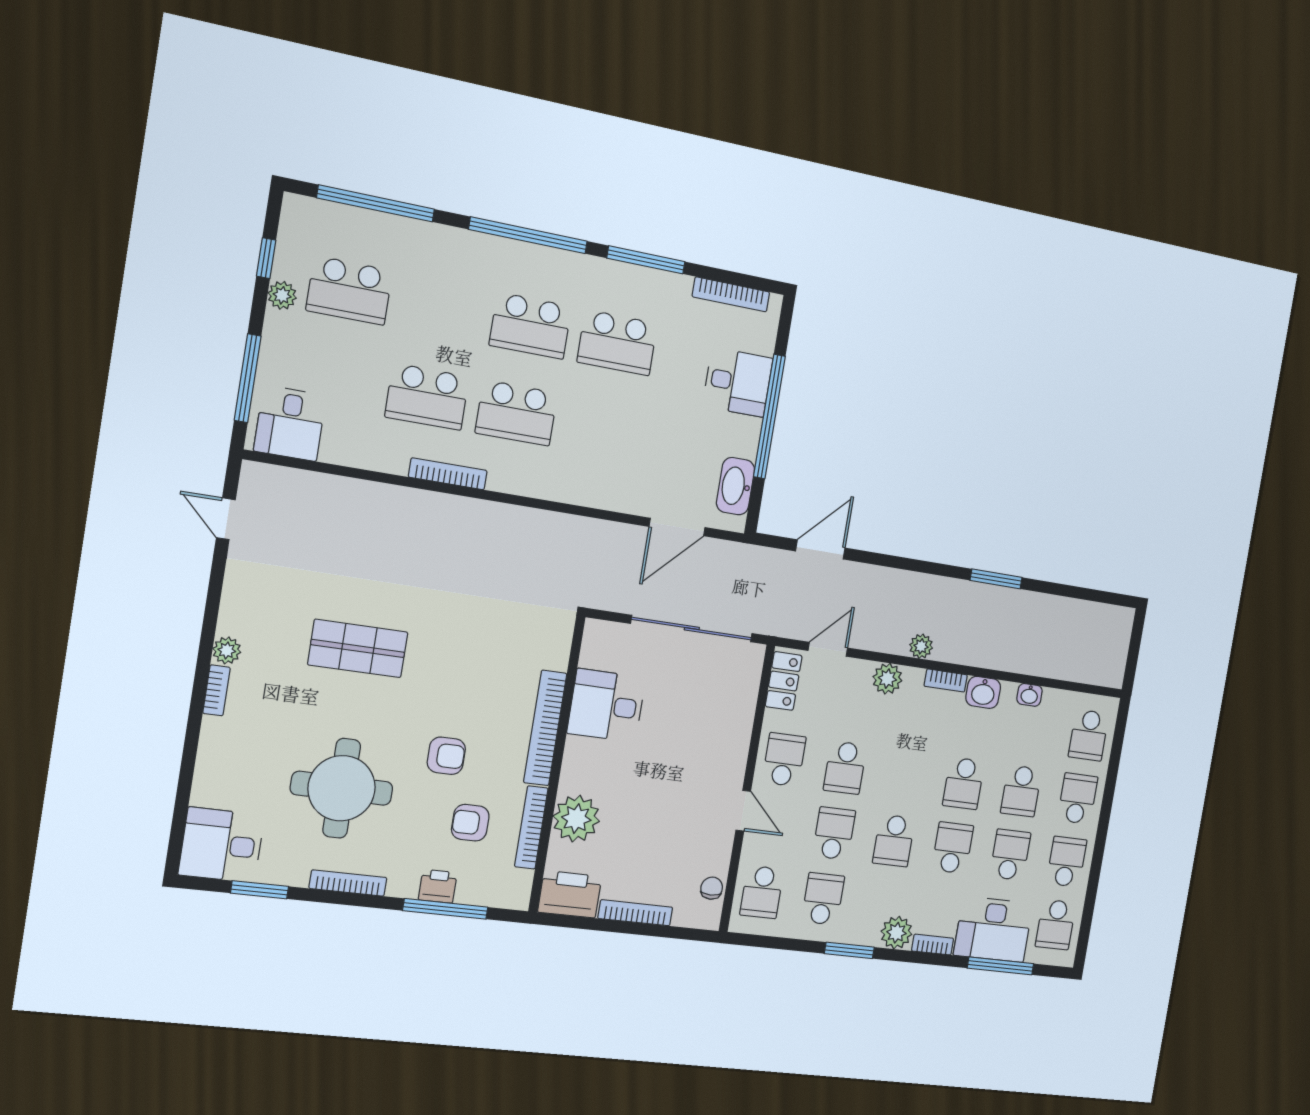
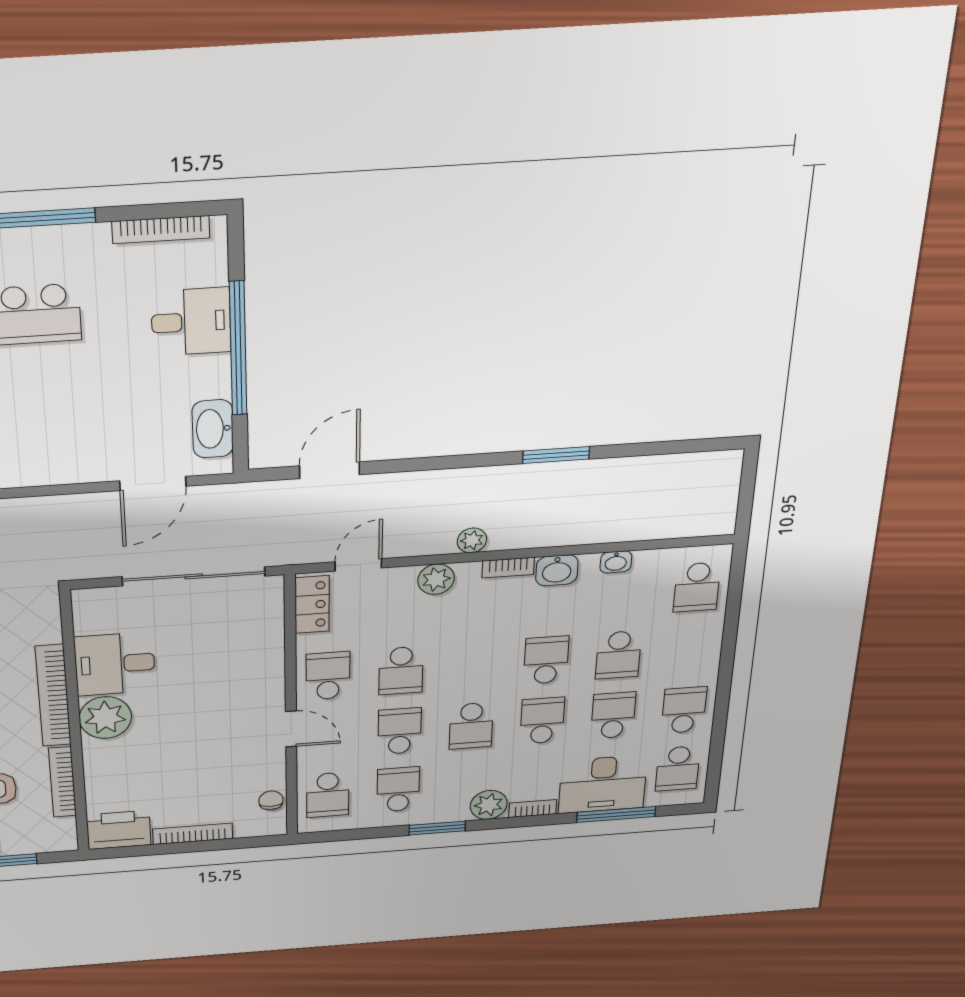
school desk: (964, 783) -> (546, 660), turned 180
school desk: (1078, 799) -> (690, 650), removed
plant: (576, 819) -> (105, 718), moved

